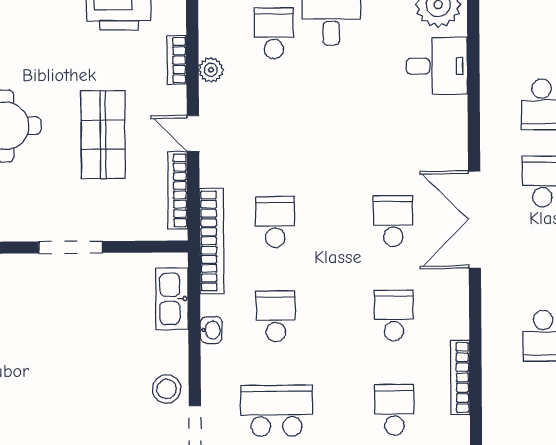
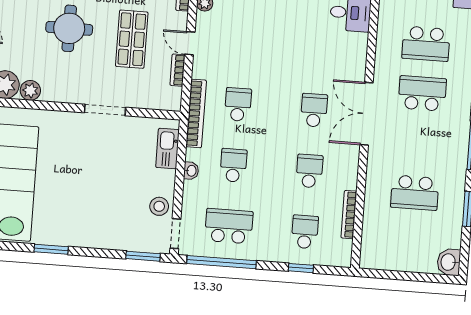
bookcase: (178, 190) -> (177, 70), width x0.64

